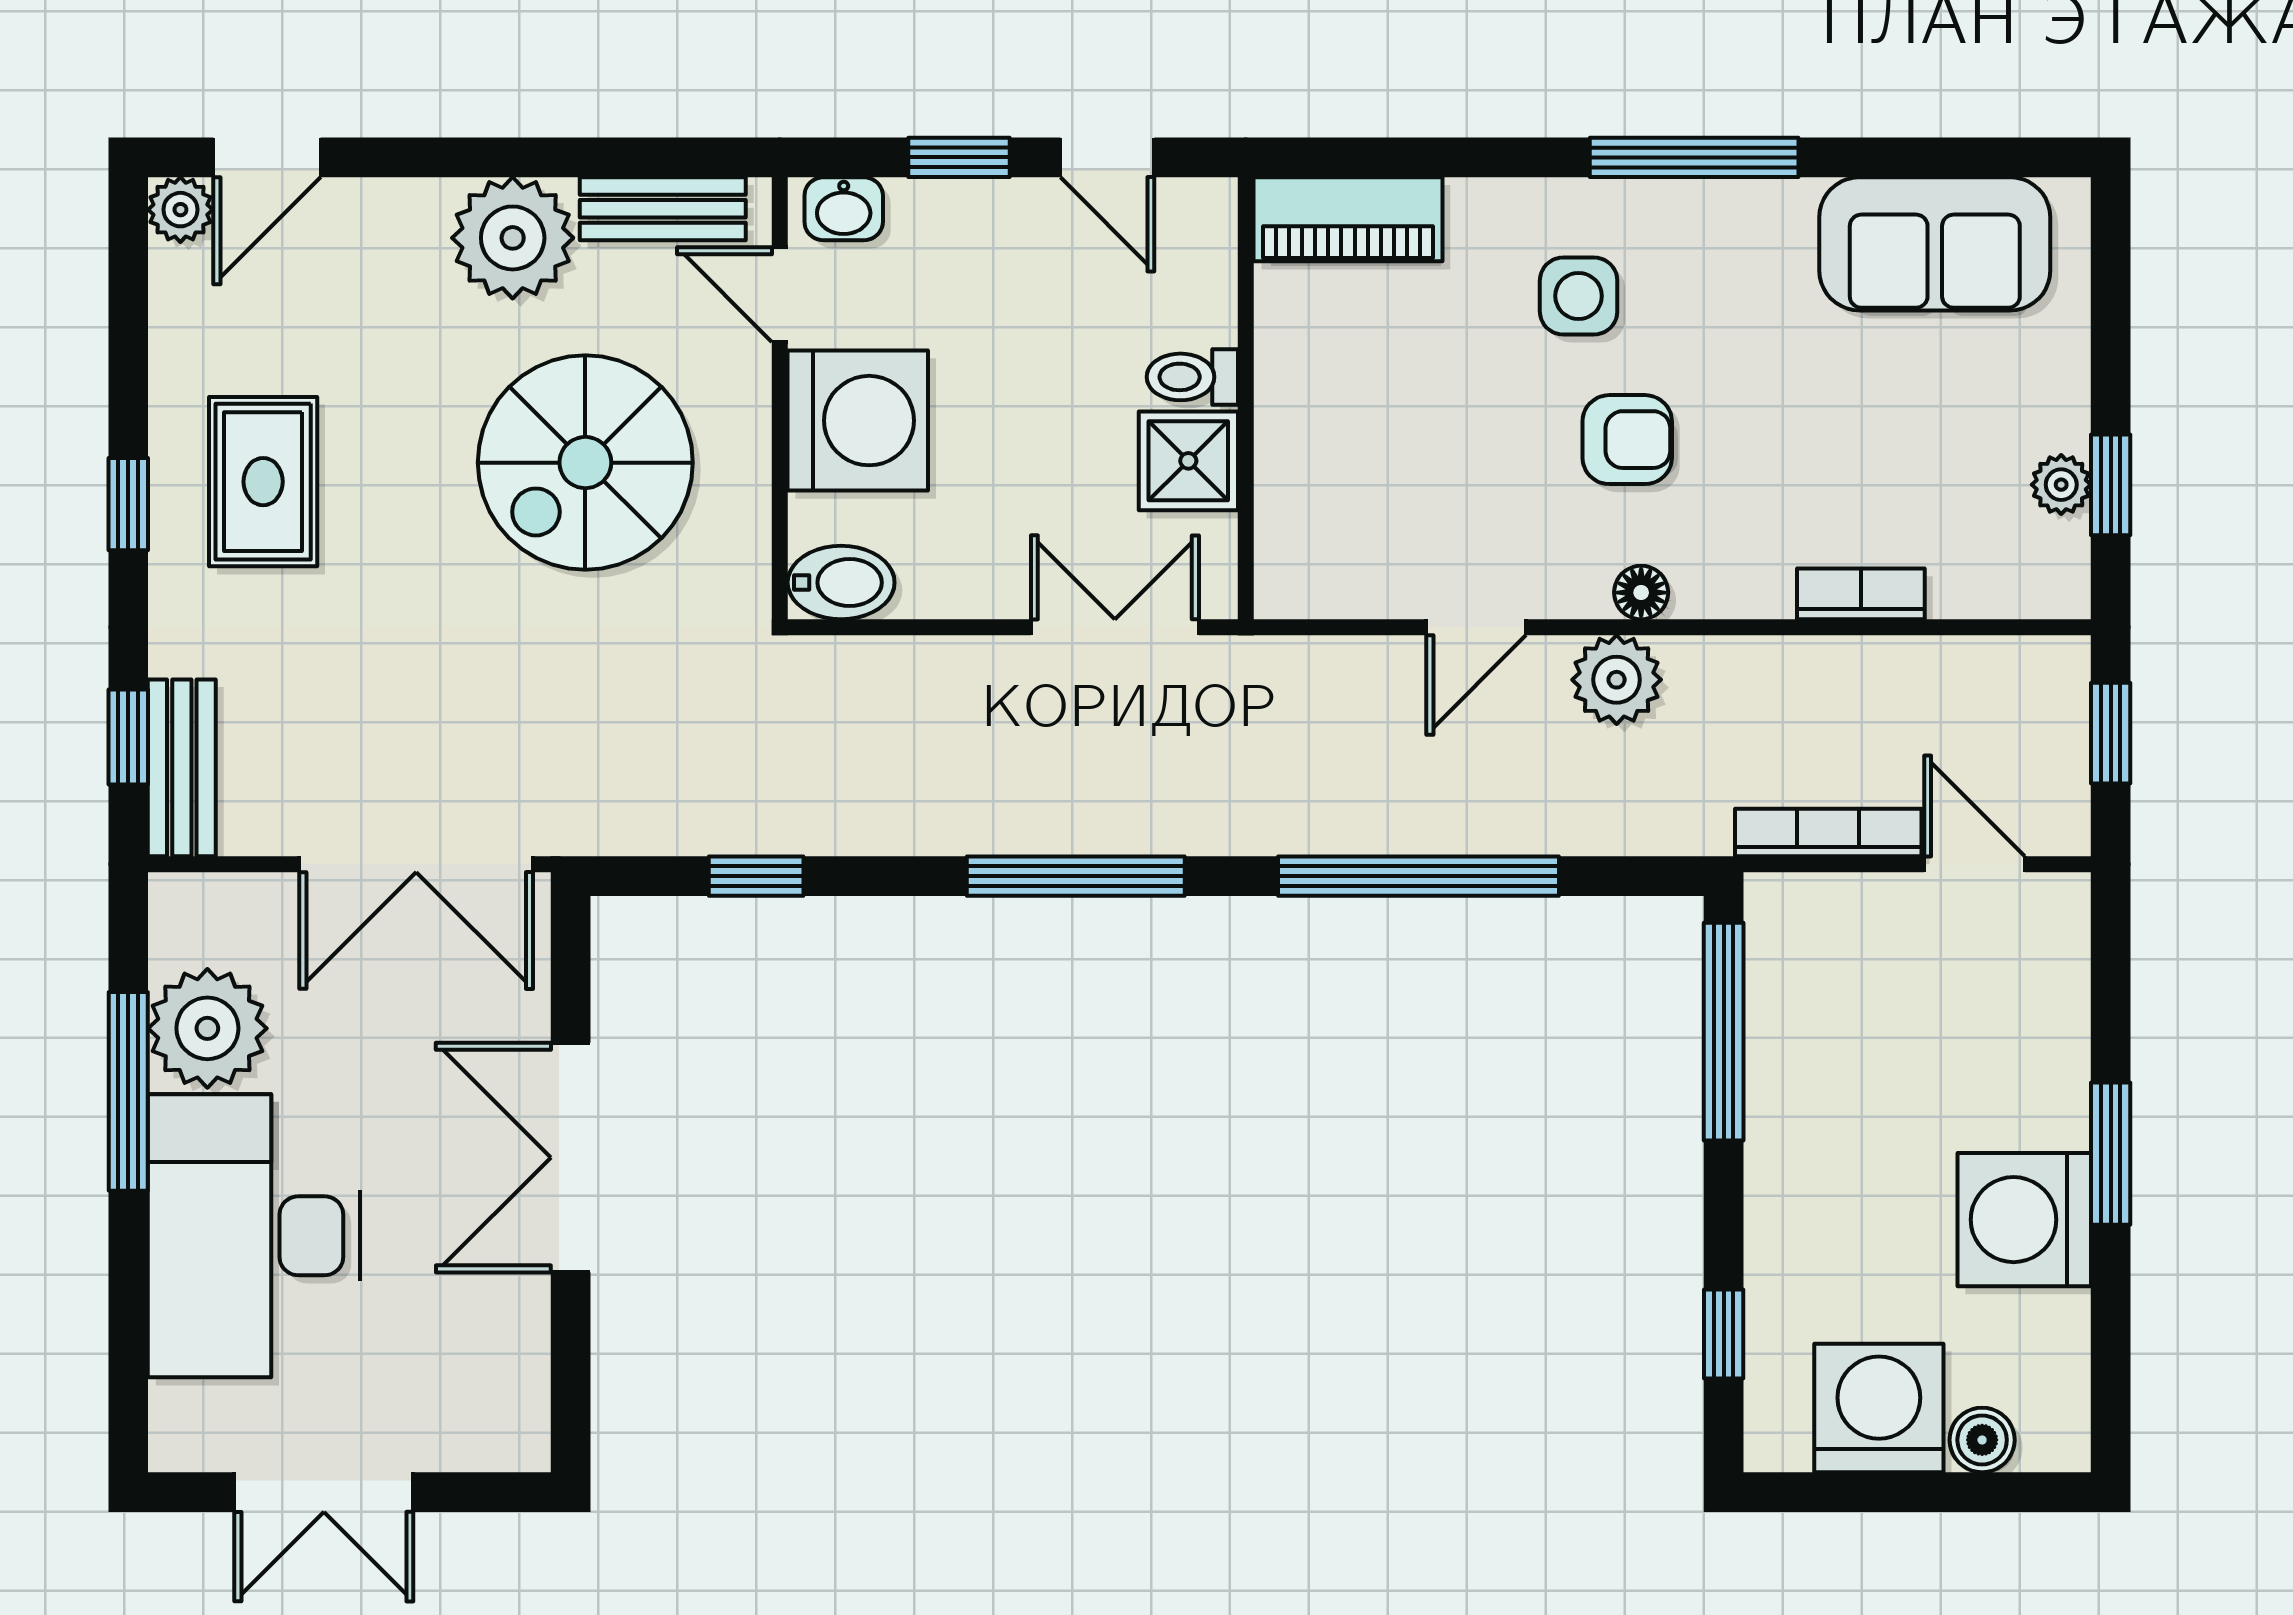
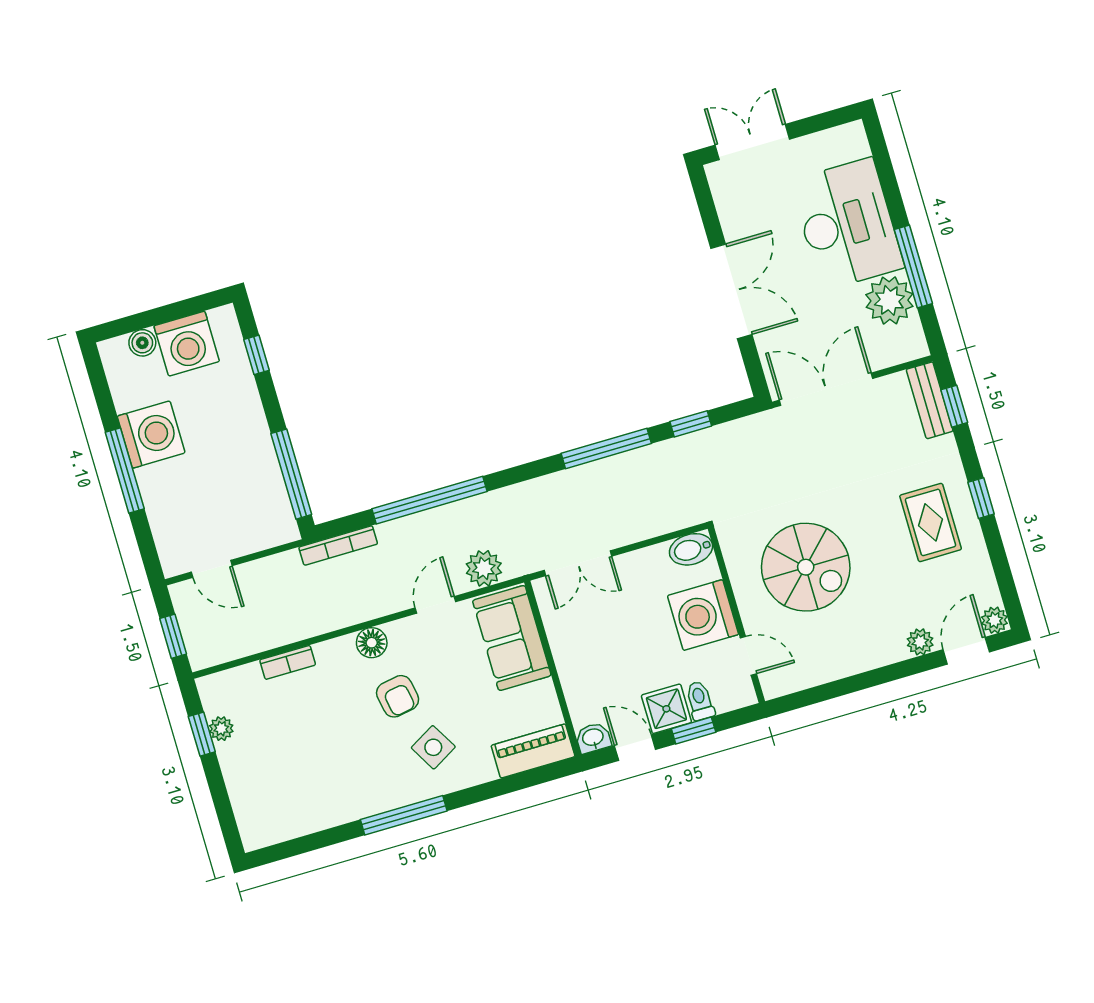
bench: (663, 209) -> (804, 676), removed
washbasin: (844, 209) -> (593, 738), moved
plant: (513, 238) -> (920, 642), moved, width x0.53, depth x0.53
sofa: (1935, 244) -> (512, 638), moved, turned -90
side table: (1579, 296) -> (433, 747), turned -30
toilet: (1192, 377) -> (700, 701), moved, turned -90
armchair: (1627, 440) -> (398, 696), turned -100
shower: (1188, 461) -> (666, 709), moved
spiral stairs: (585, 463) -> (806, 567), turned 90
floor lamp: (1641, 593) -> (372, 643), width x1.37, depth x1.37
plant: (1617, 680) -> (484, 568), moved
bookcase: (1828, 832) -> (338, 546), moved
window: (1076, 876) -> (606, 448), moved
window: (2111, 1154) -> (125, 470), width x1.44
double door: (324, 1492) -> (752, 142), moved

